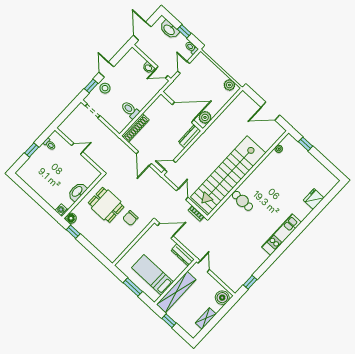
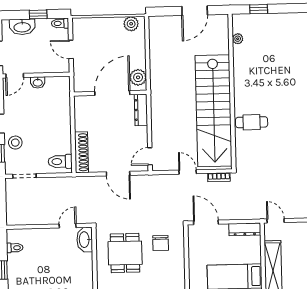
door: (162, 72) -> (15, 76), moved
toilet: (130, 110) -> (60, 162), moved
door: (77, 149) -> (68, 226), moved
washbasin: (77, 192) -> (85, 240), moved
dining table: (106, 205) -> (125, 253), turned 90
door: (165, 231) -> (206, 222), hinge flipped

